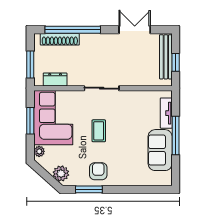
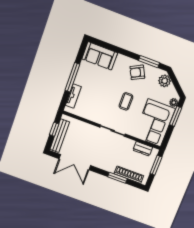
window: (73, 30) -> (117, 178), width x0.47
double door: (135, 30) -> (75, 162), width x1.37
window: (30, 121) -> (176, 116), moved
sofa: (160, 150) -> (100, 56), moved, turned 90
armchair: (98, 171) -> (137, 72), turned 63

